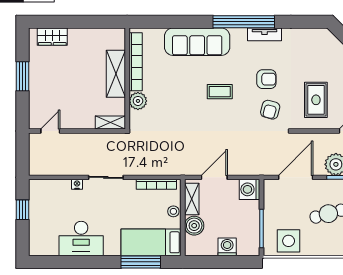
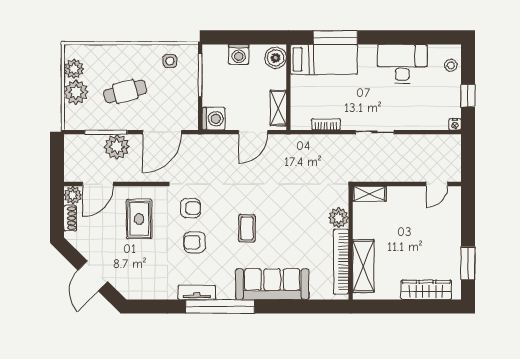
wardrobe: (52, 37) -> (426, 290), width x1.50
shelving: (116, 74) -> (363, 266), moved
window: (22, 76) -> (468, 263), moved
coffee table: (220, 92) -> (247, 228), turned 90
armchair: (270, 110) -> (190, 208), turned 75
nightstand: (77, 184) -> (455, 124), moved
bookcase: (156, 184) -> (326, 124), width x0.64
stool: (173, 211) -> (451, 65), moved
boiler: (194, 226) -> (276, 58), moved
side table: (289, 241) -> (170, 61), width x0.54, depth x0.54

